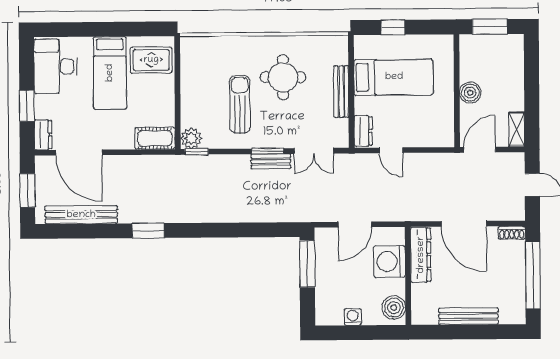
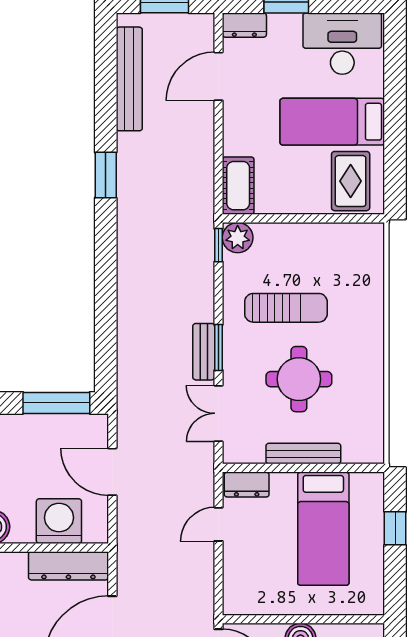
round table: (283, 77) -> (299, 379), moved
door: (79, 152) -> (219, 76), width x0.73

